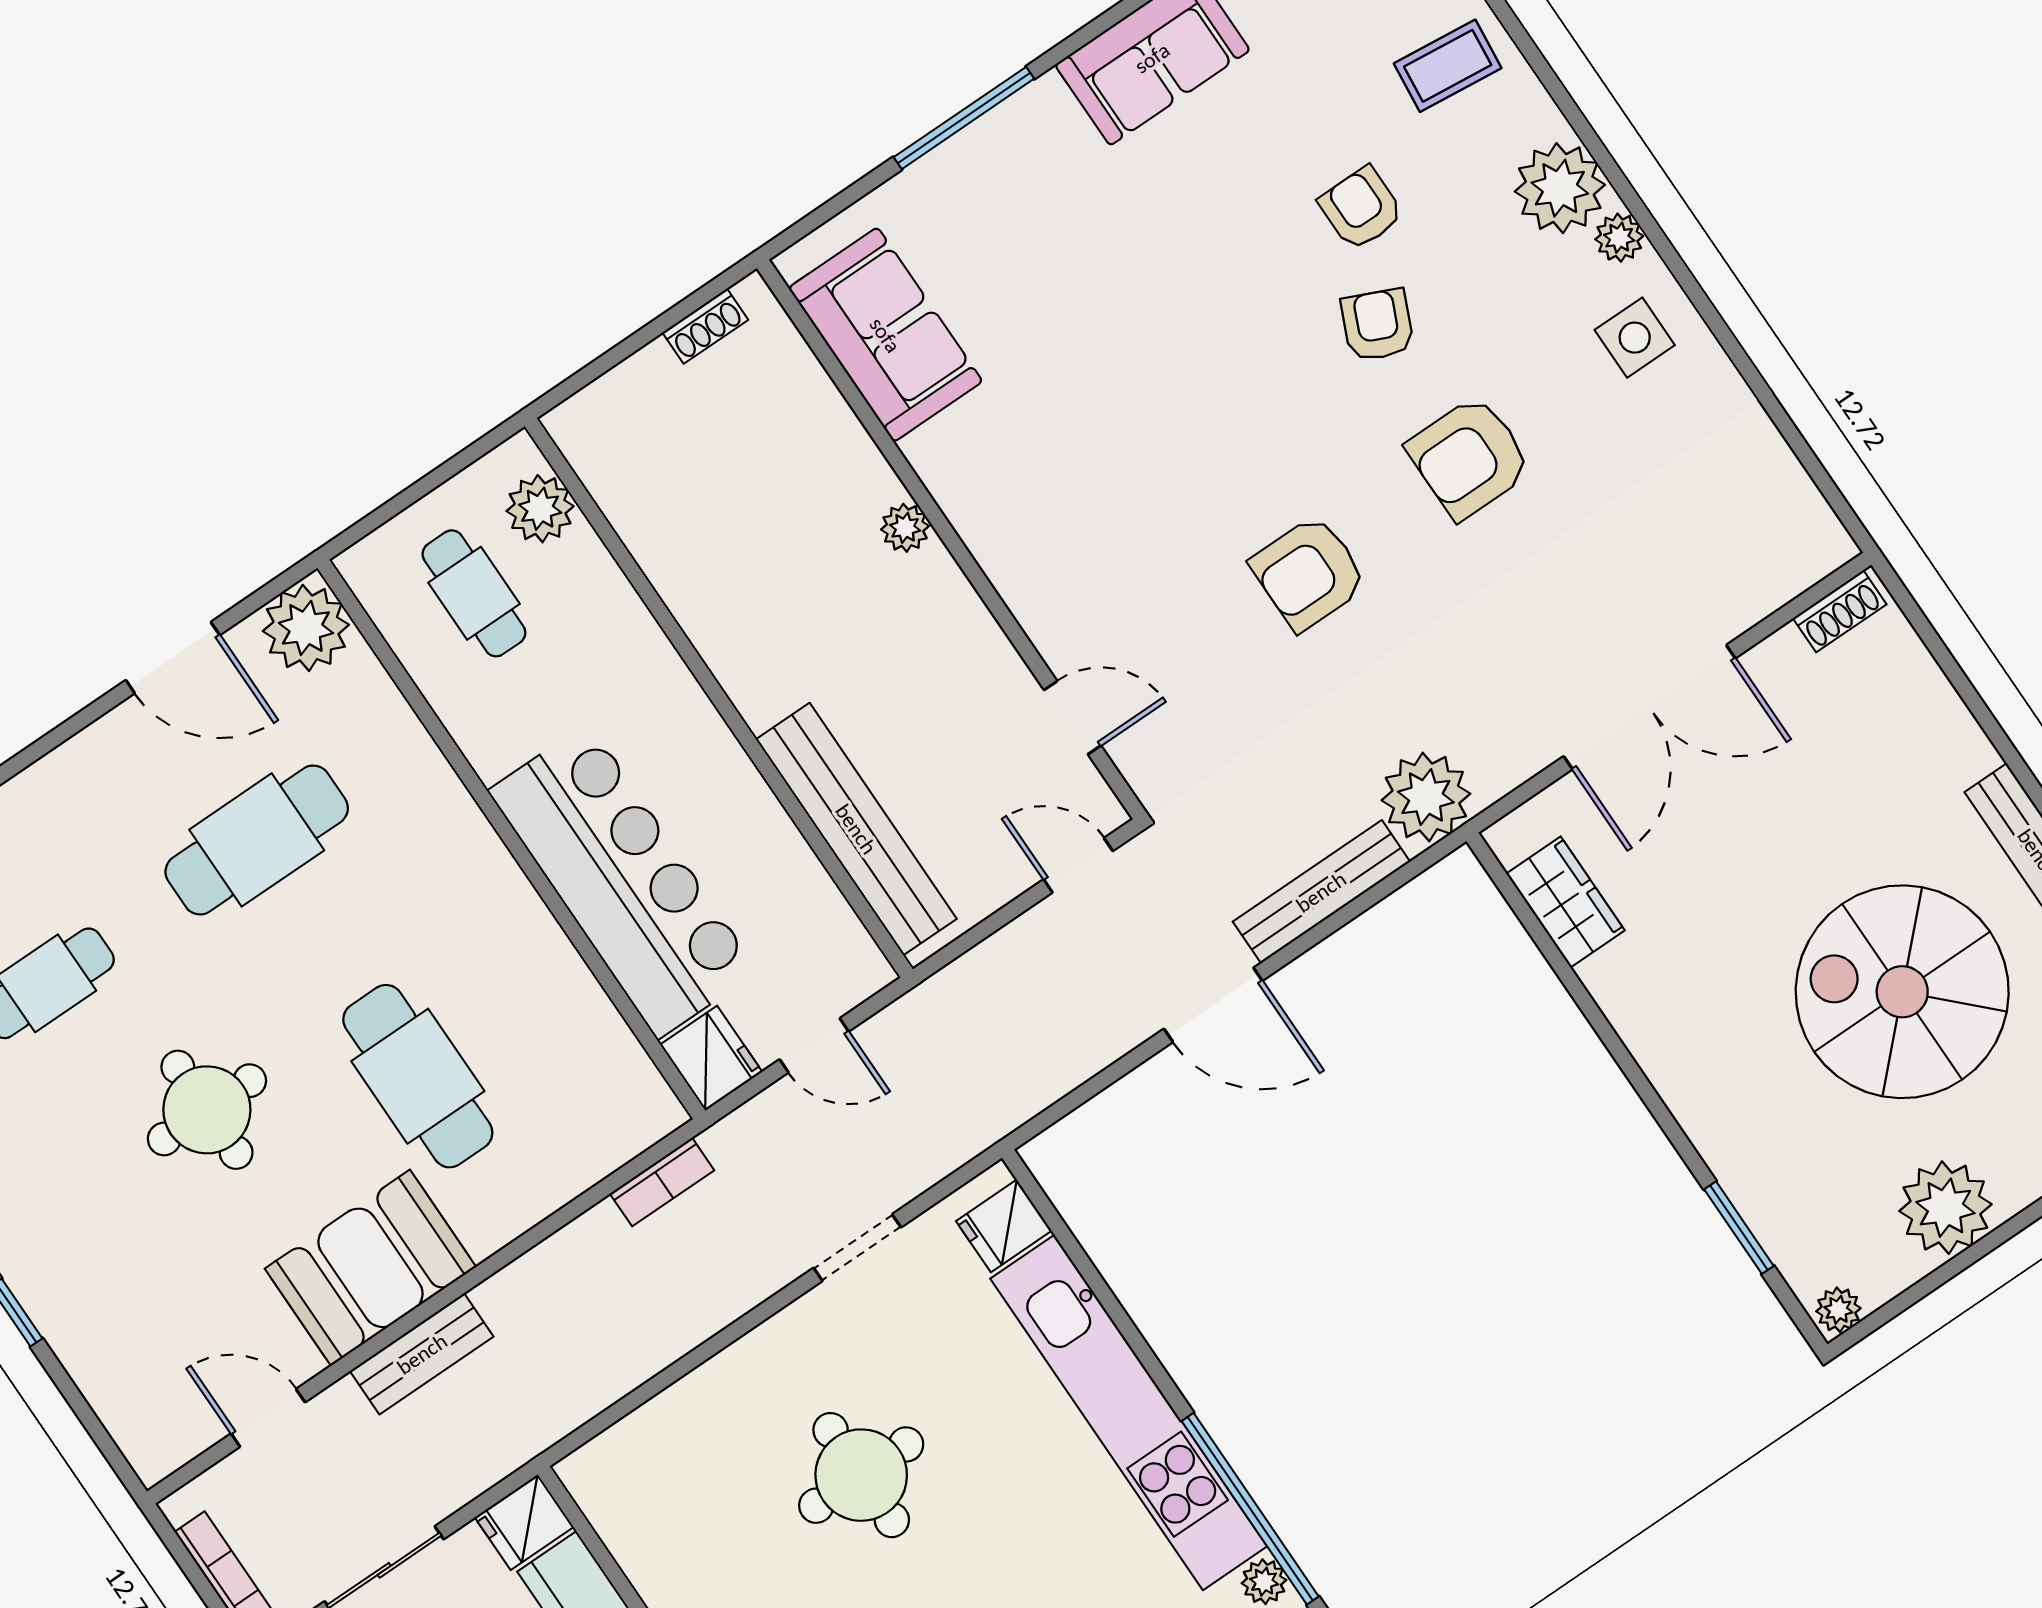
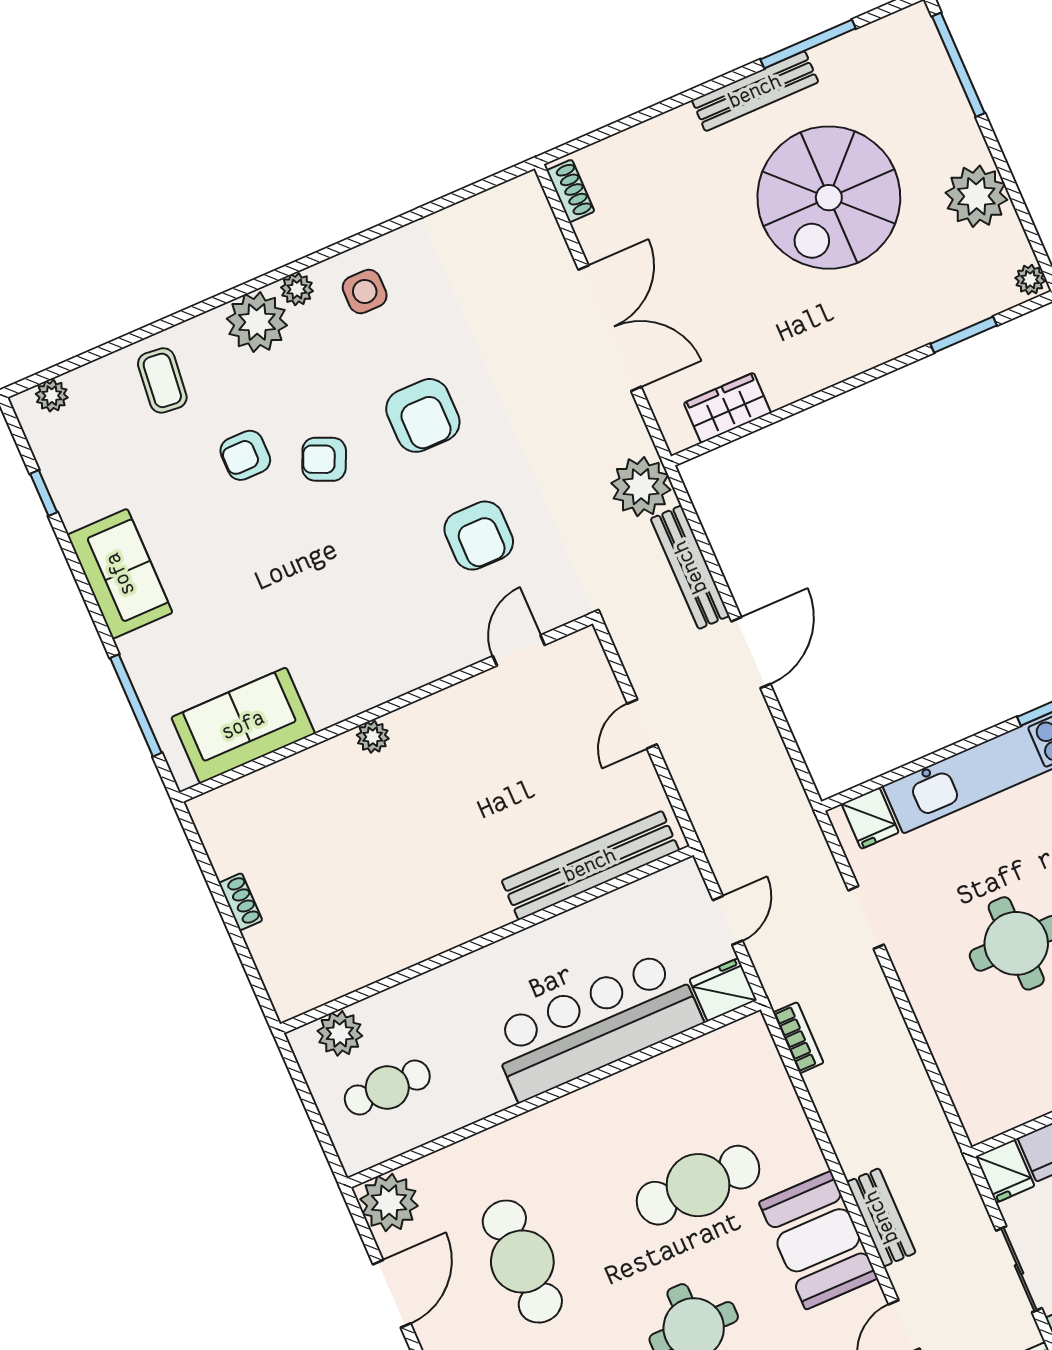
sofa: (885, 335) -> (243, 725), moved
plant: (905, 528) -> (373, 737), moved
wall: (951, 539) -> (386, 708), moved
door: (1073, 718) -> (519, 650), moved

